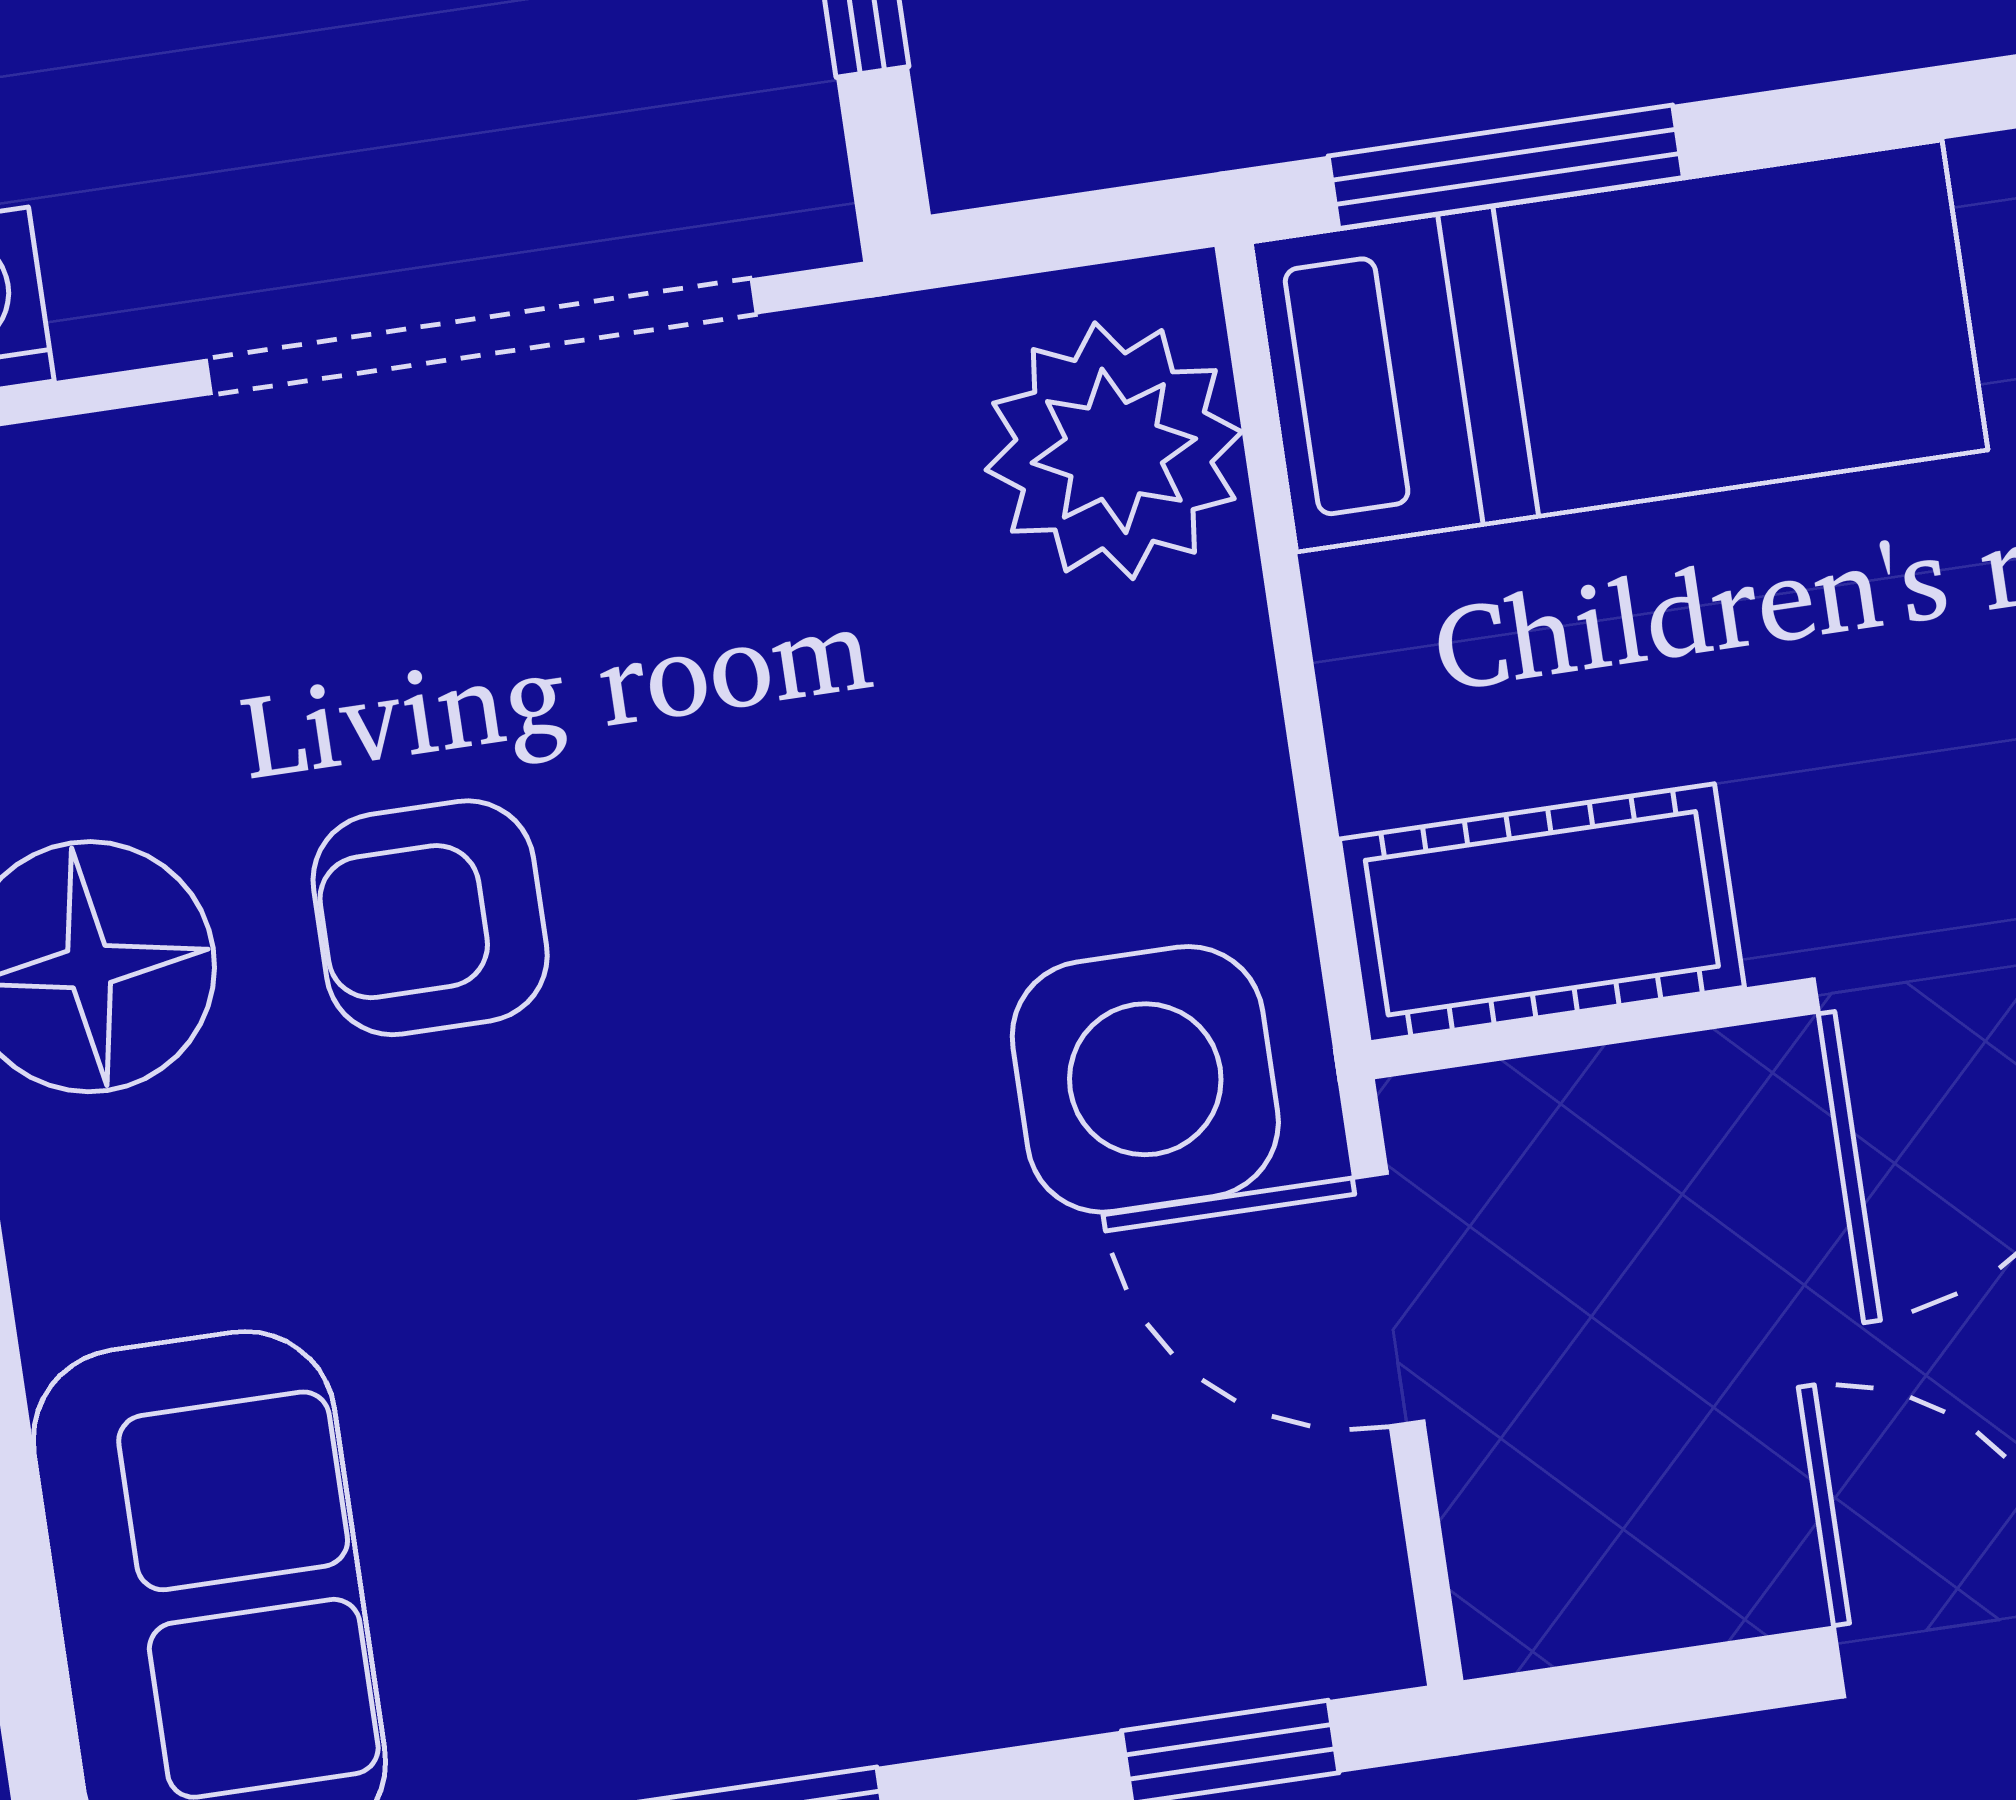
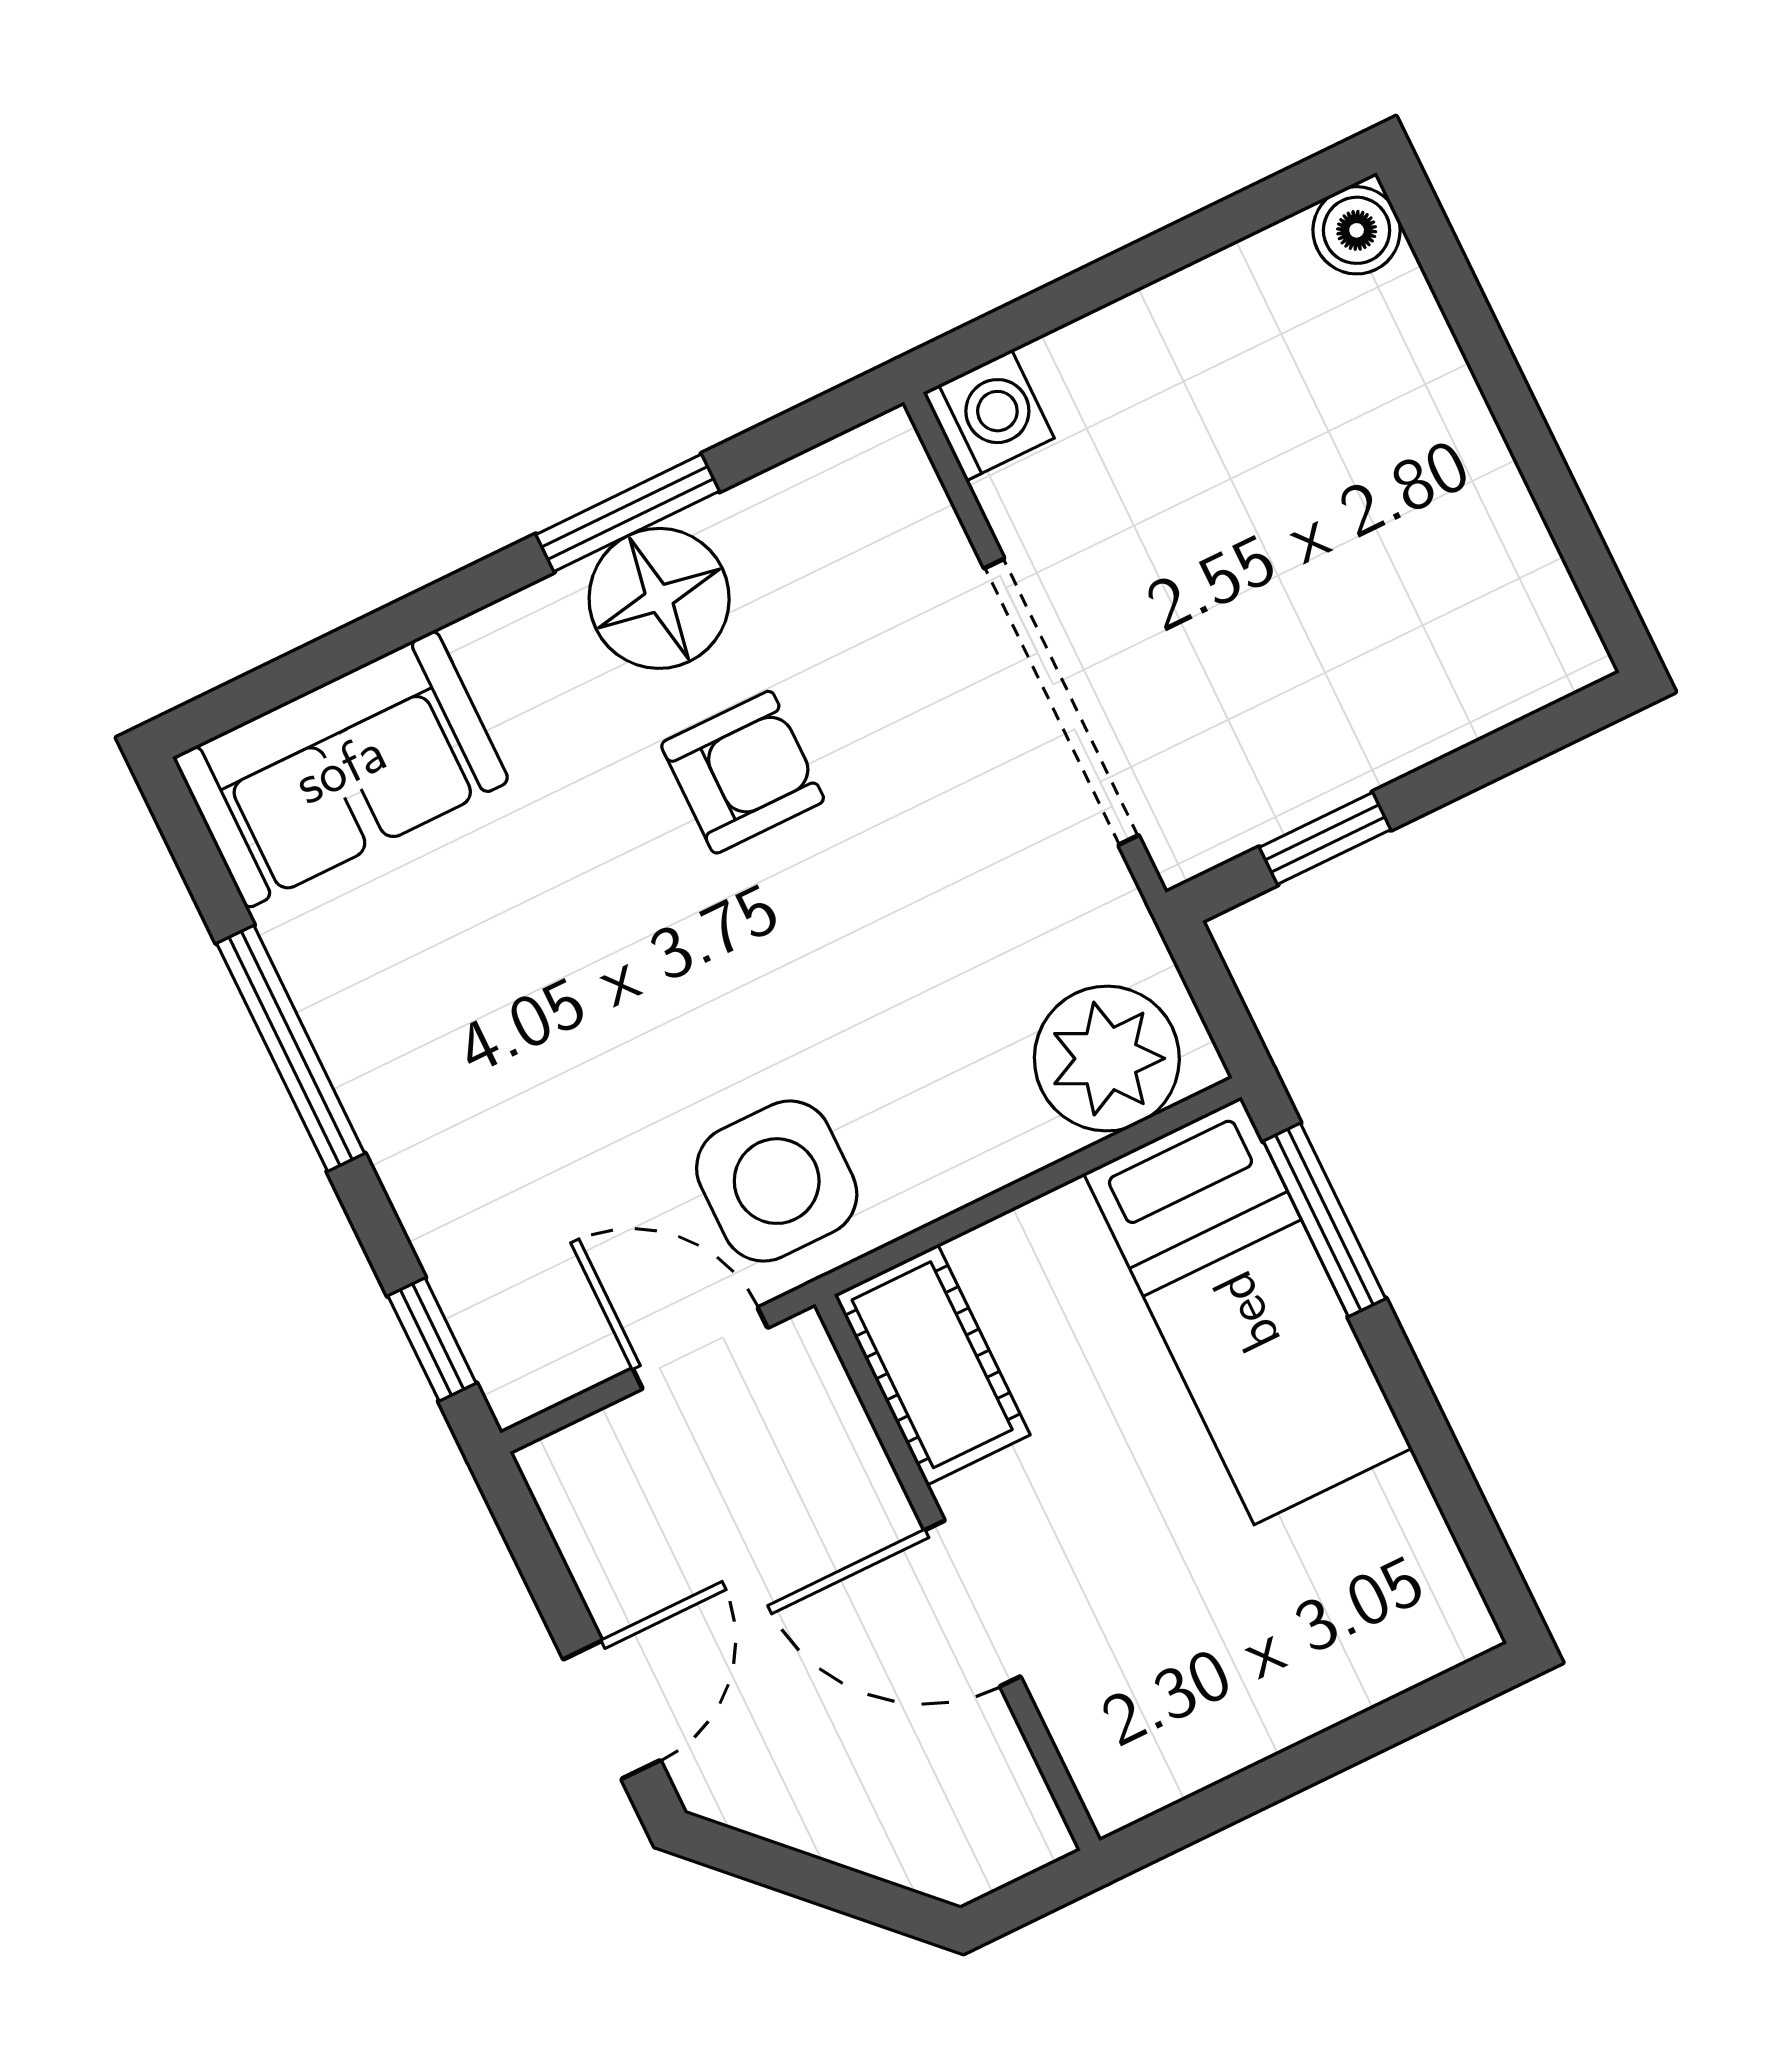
armchair: (430, 918) -> (743, 772), turned 90
door: (1389, 1300) -> (700, 1348), hinge flipped

